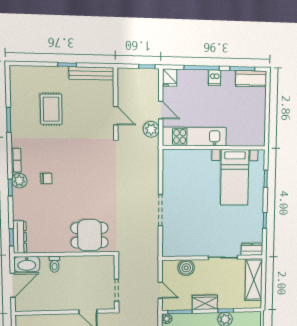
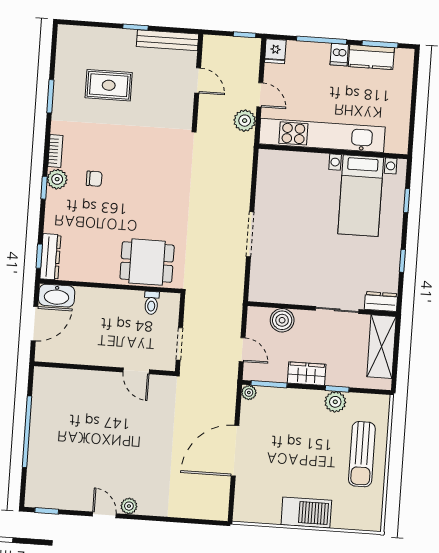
kitchen counter: (251, 79) -> (371, 57), moved
rug: (51, 109) -> (109, 85), turned 90
door: (116, 116) -> (198, 80), moved
kitchen unit: (194, 137) -> (322, 135), width x1.36
toilet: (55, 264) -> (151, 303), moved

